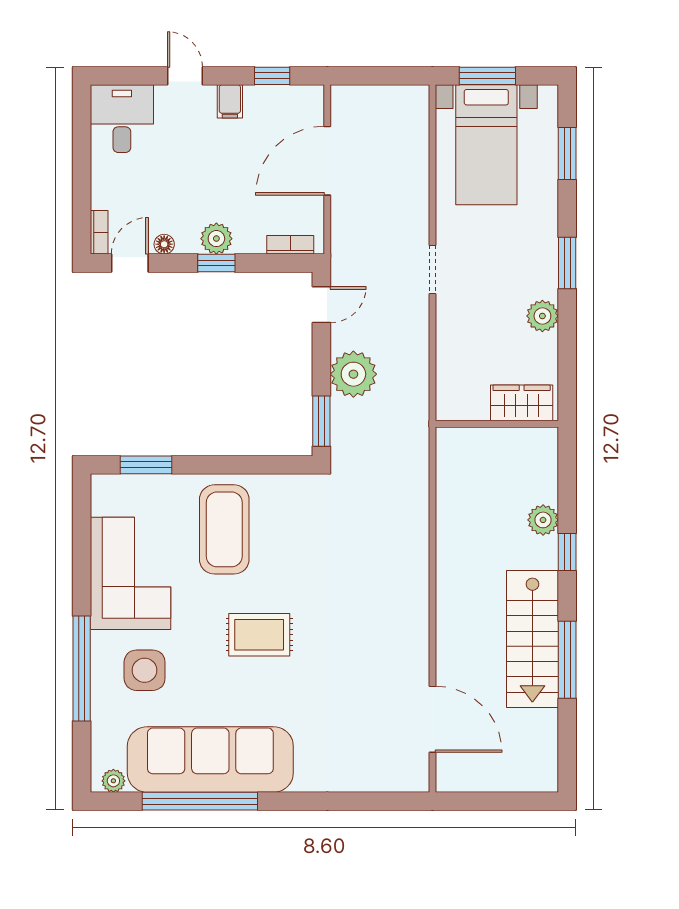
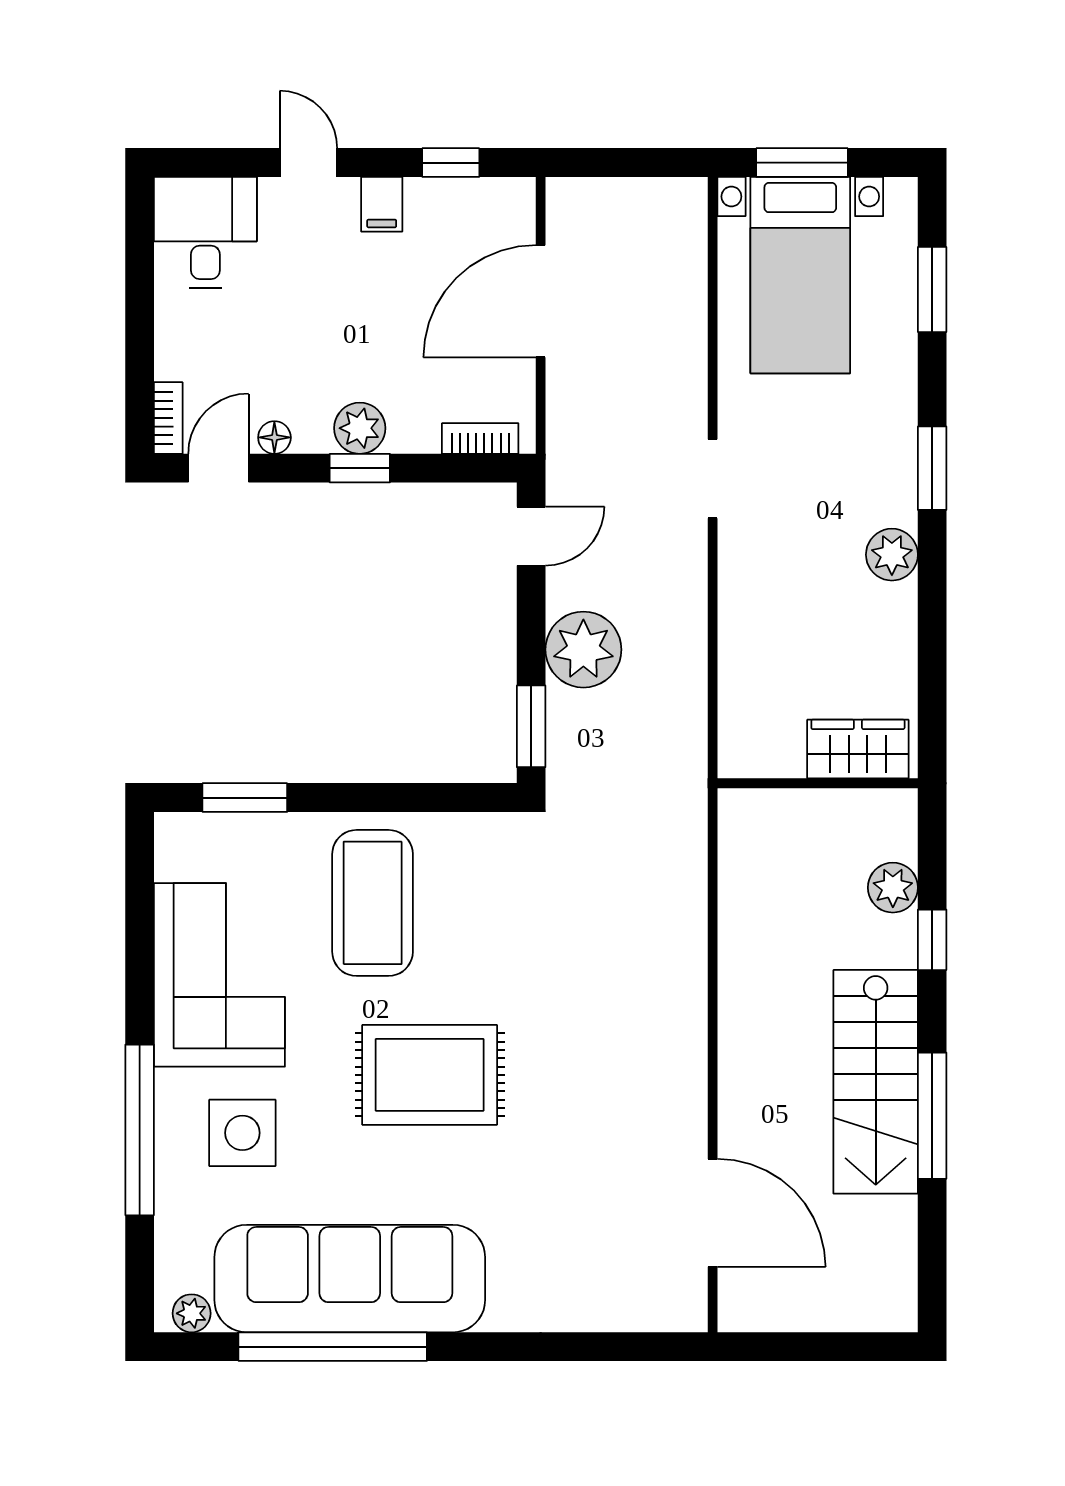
wardrobe: (522, 403) -> (858, 749), moved
wall: (497, 424) -> (818, 783), moved
rug: (259, 635) -> (430, 1075), width x1.36, depth x1.43

